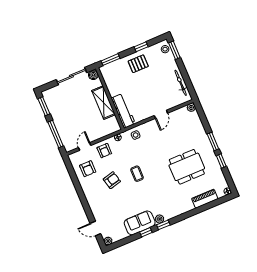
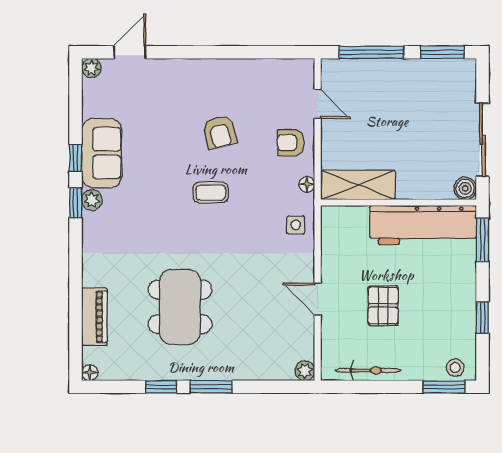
pallet: (138, 64) -> (383, 306), moved
shelving: (103, 103) -> (358, 185), moved
workbench: (123, 111) -> (423, 225), moved, width x1.36, depth x1.32
armchair: (88, 169) -> (267, 90), removed

